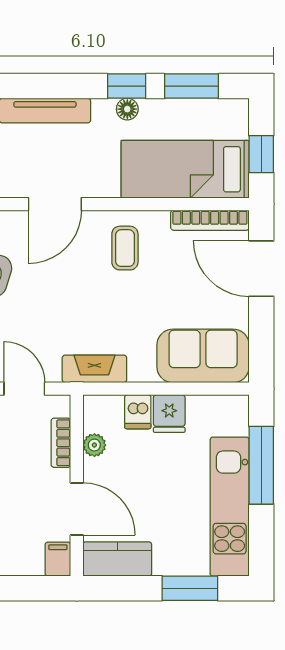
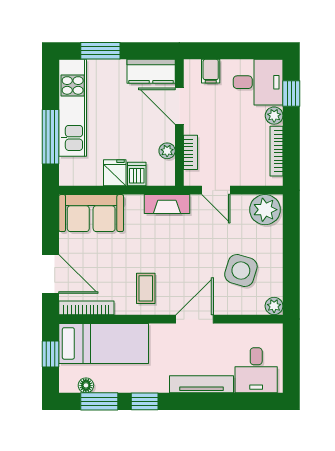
floor lamp: (127, 109) -> (86, 385), moved
filing cabinet: (58, 559) -> (211, 71), moved

